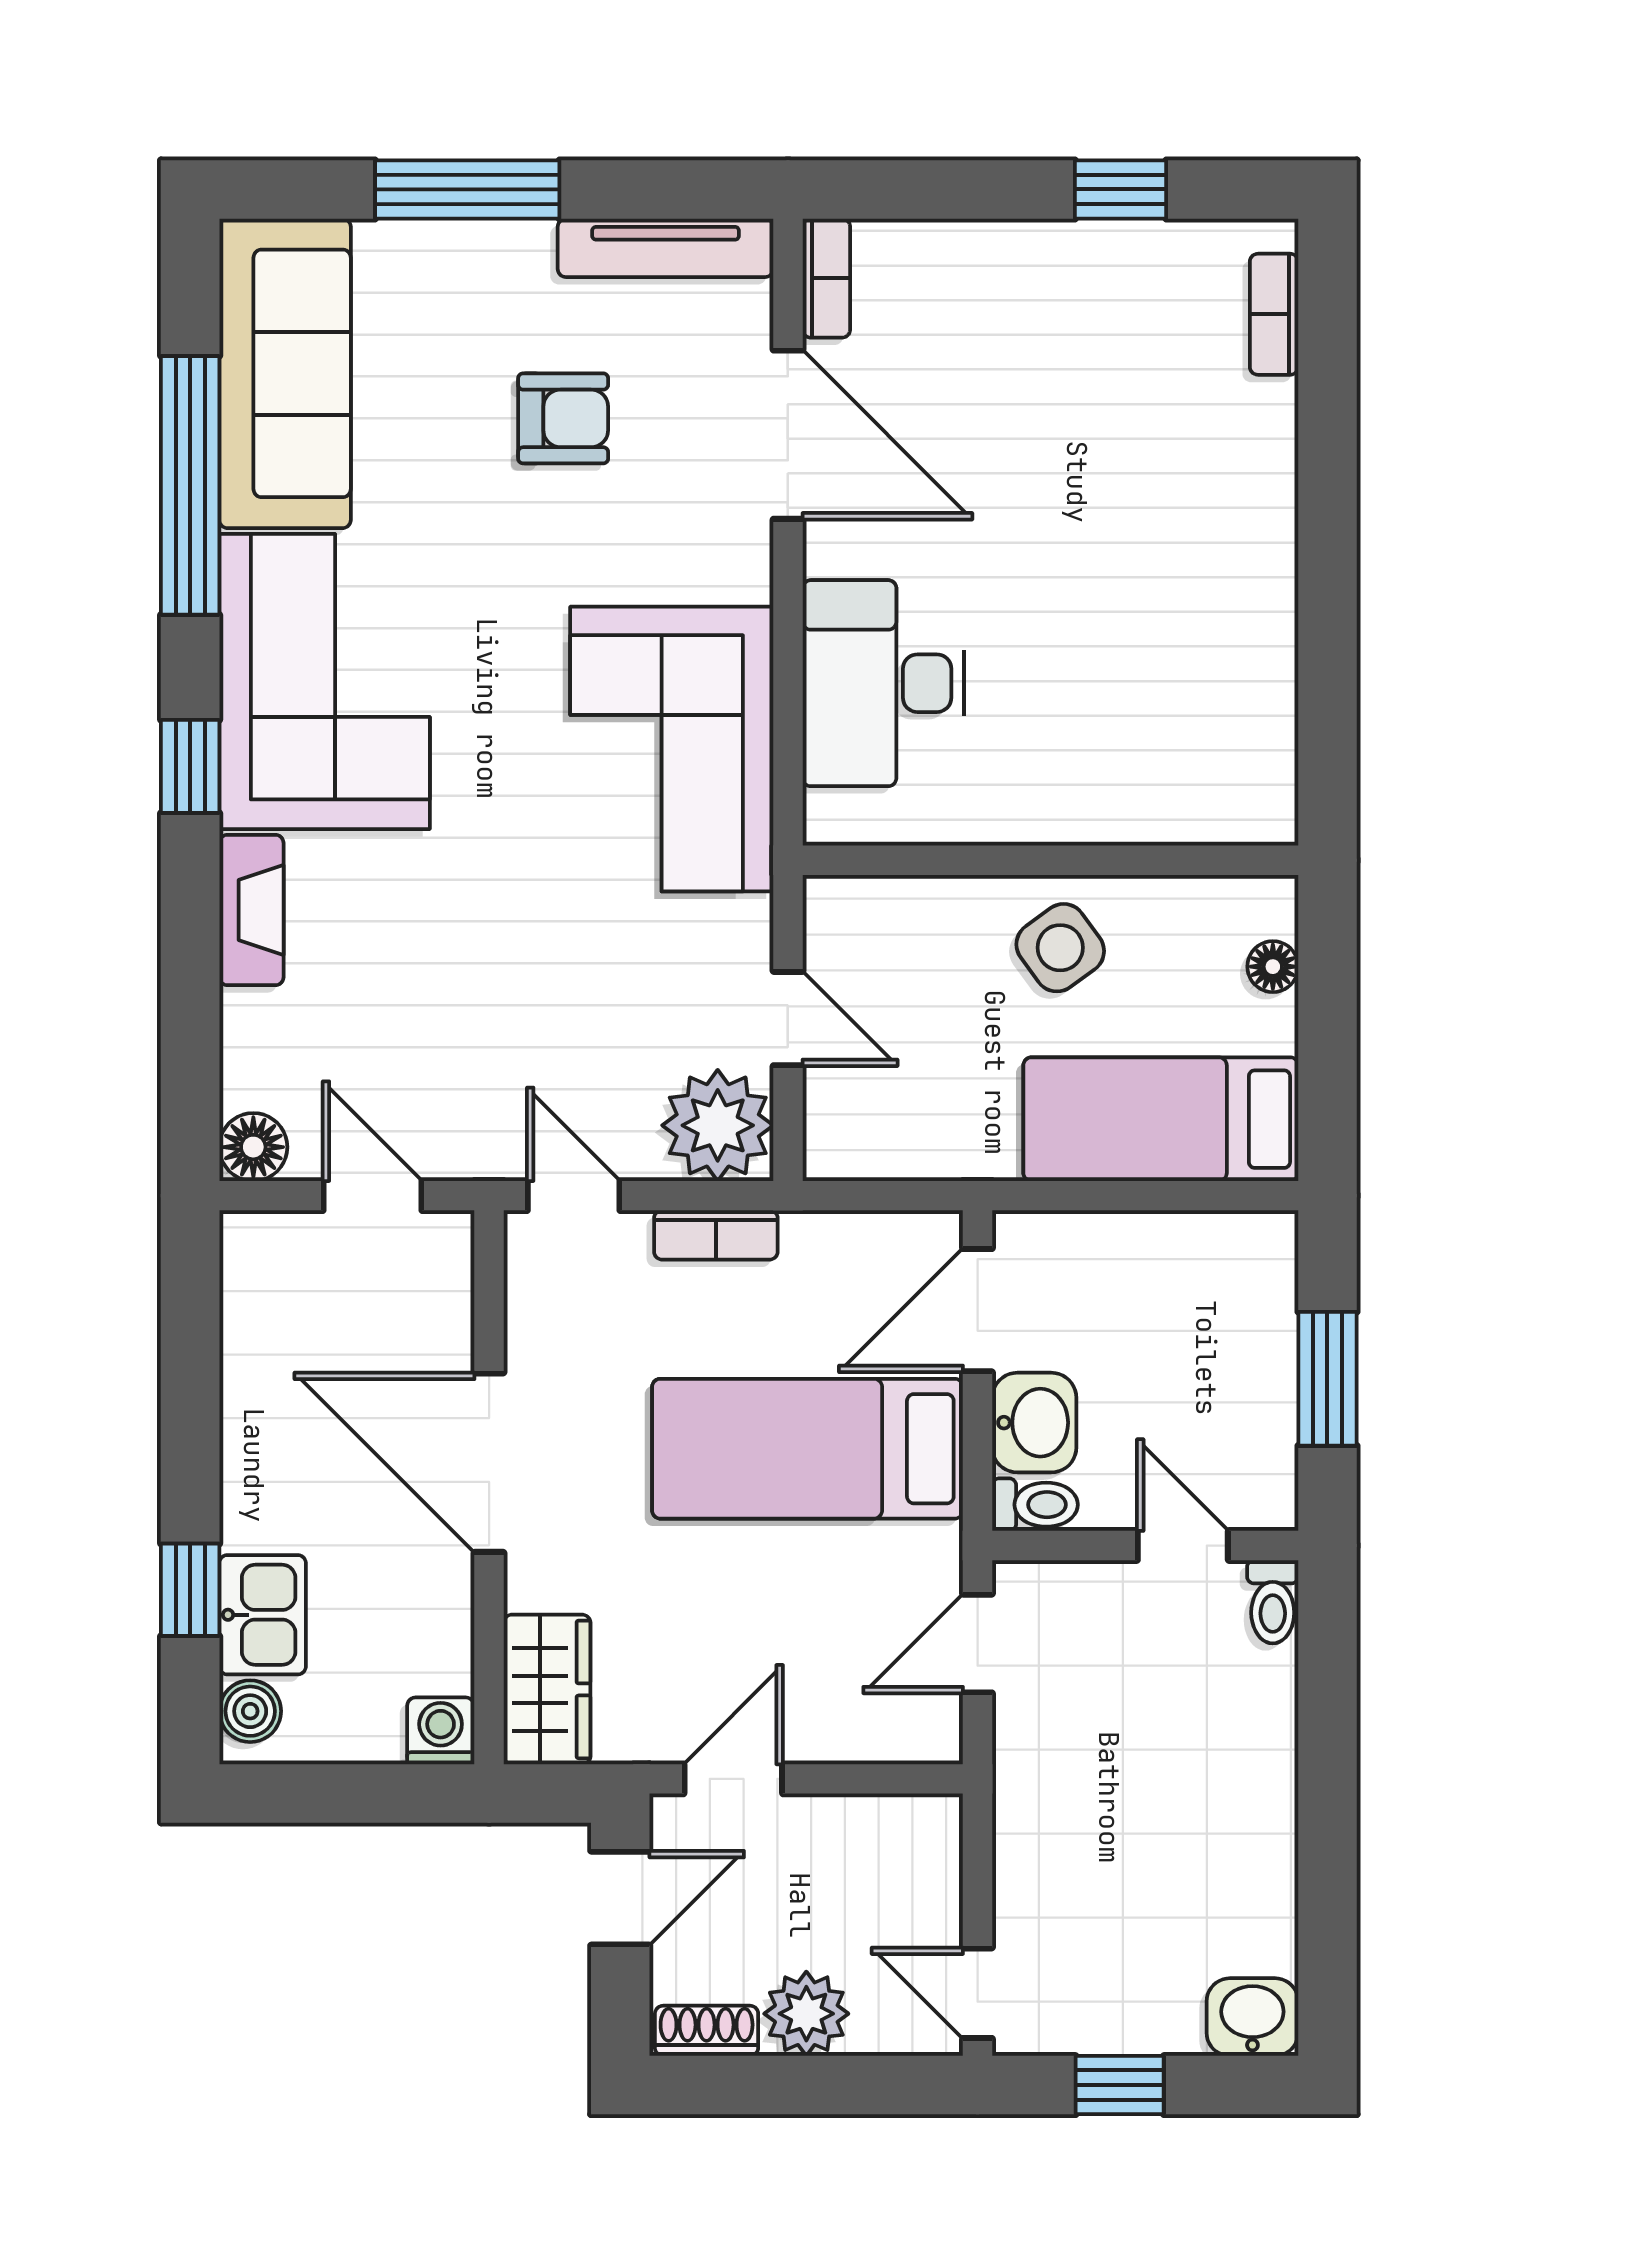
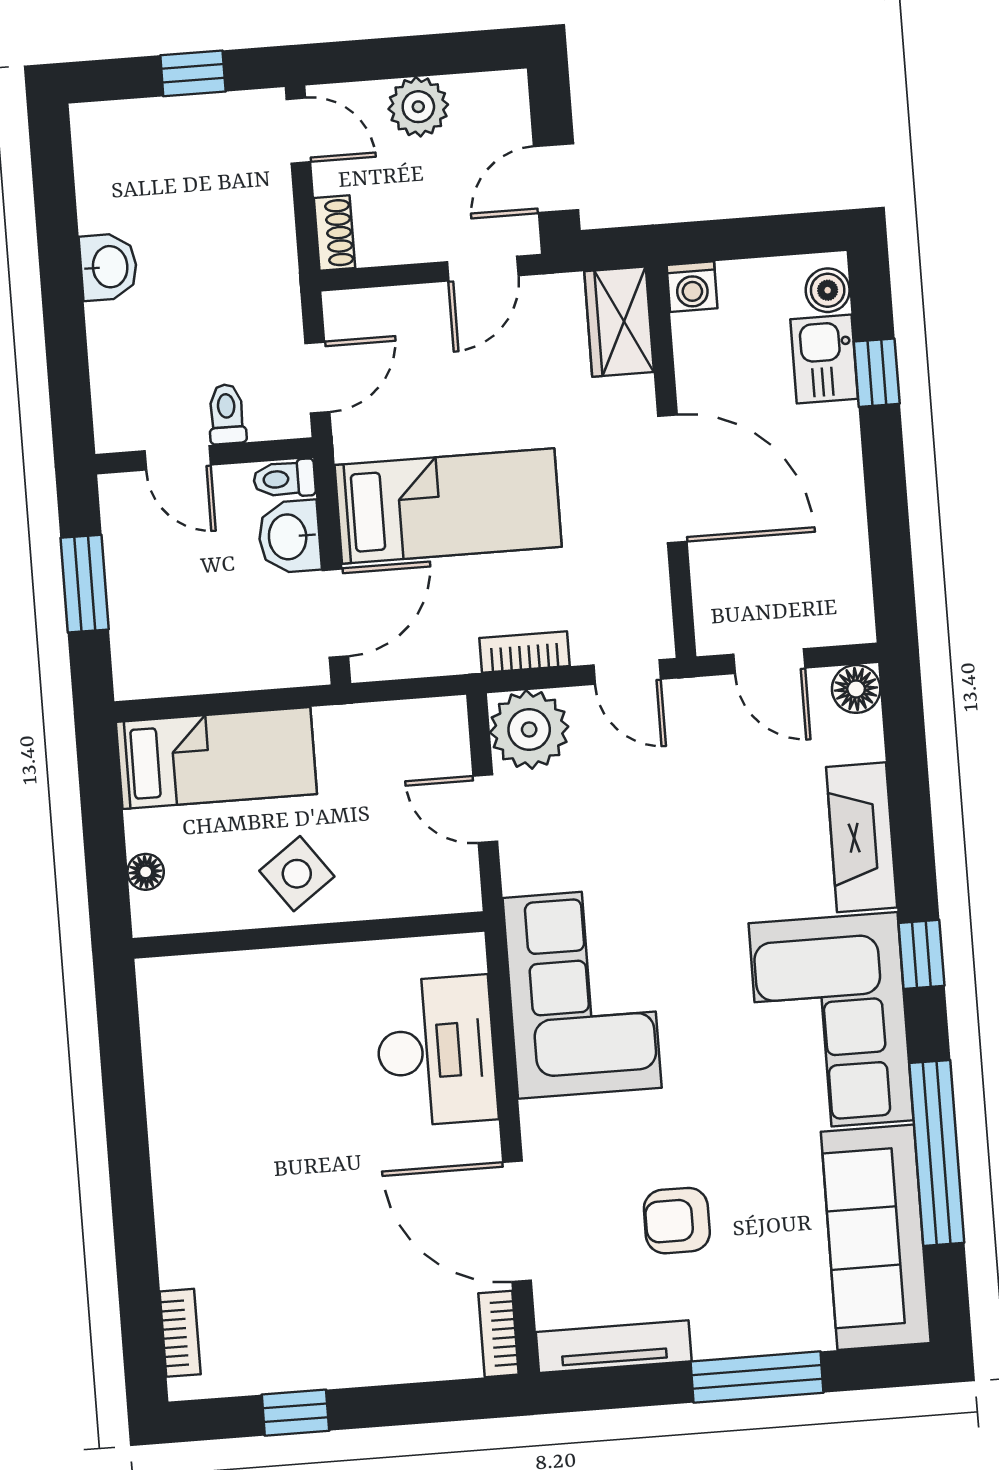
fireplace: (251, 910) -> (862, 837), width x1.37, depth x1.32
toilet: (1273, 1602) -> (227, 414), moved
washbasin: (1252, 2017) -> (109, 267), moved, turned -90
shoe rack: (707, 2031) -> (335, 233), moved, turned -90

